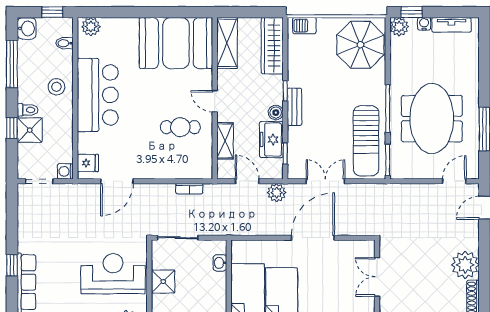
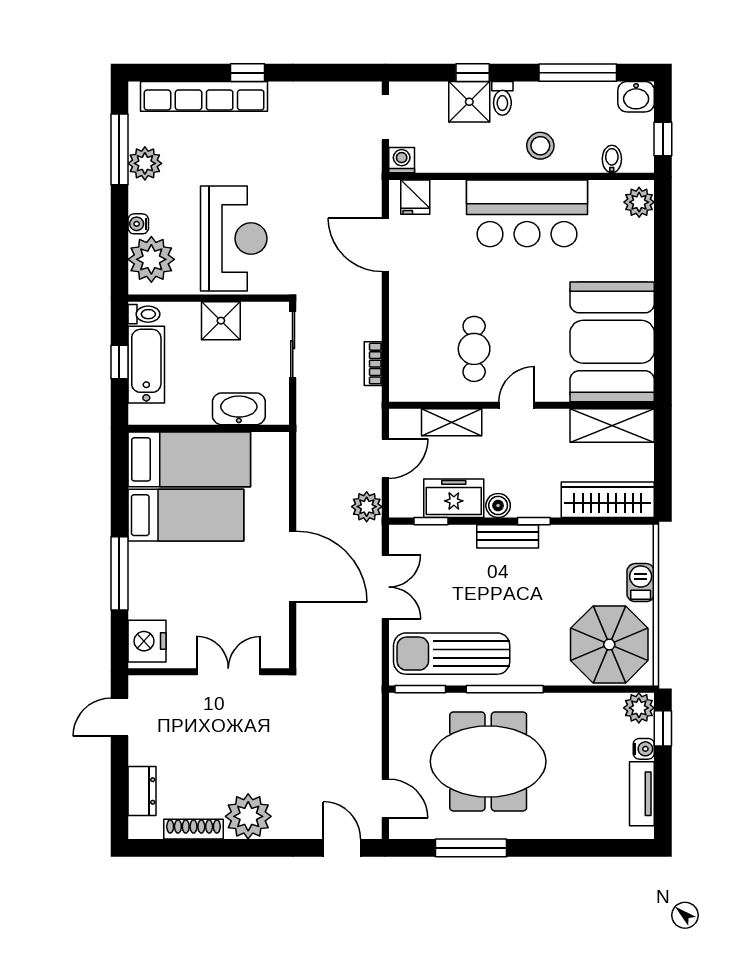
barbecue: (304, 26) -> (641, 583), moved
washbasin: (220, 263) -> (239, 409), width x1.91, depth x1.45

